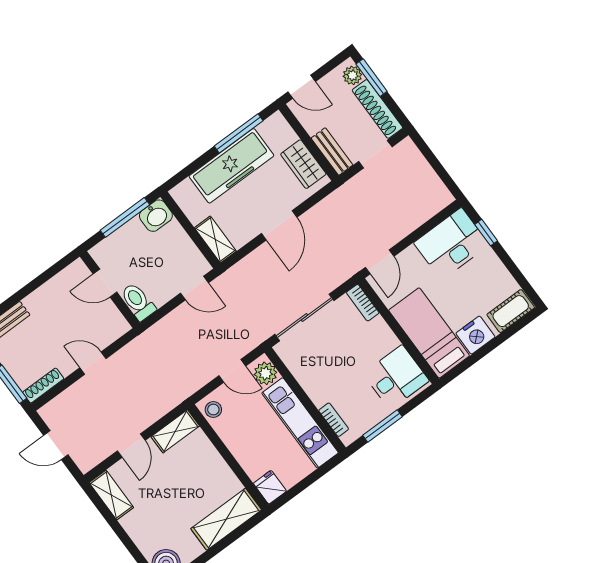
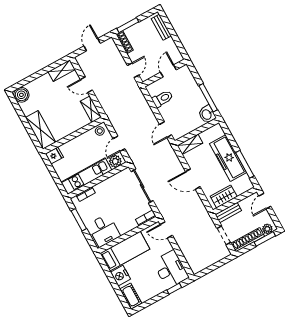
door: (105, 283) -> (168, 71), moved
wall: (110, 290) -> (165, 73), moved

